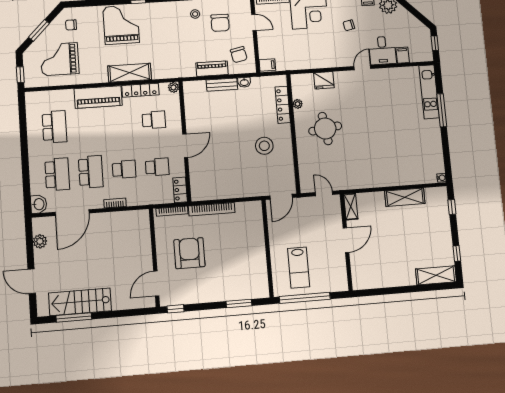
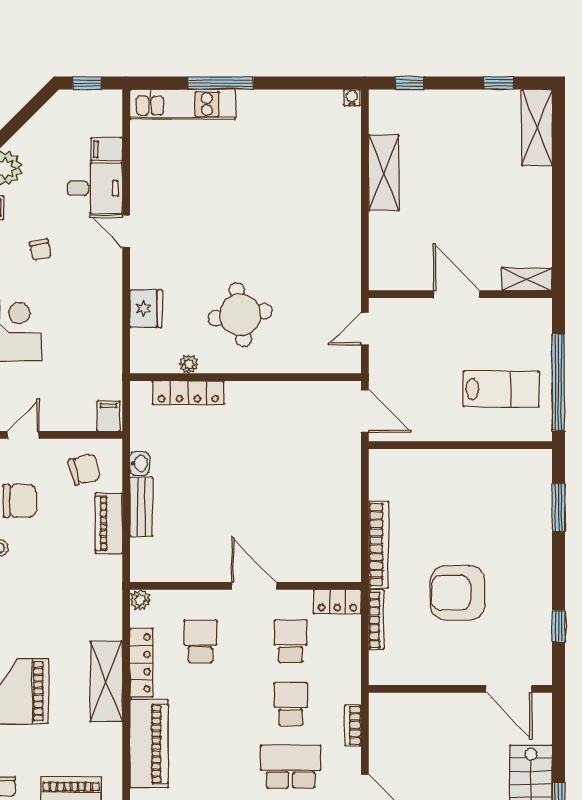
stool: (264, 146) -> (265, 435), removed
shelving: (351, 207) -> (527, 279), moved
wall: (154, 258) -> (460, 689), moved
door: (156, 284) -> (509, 689), moved

